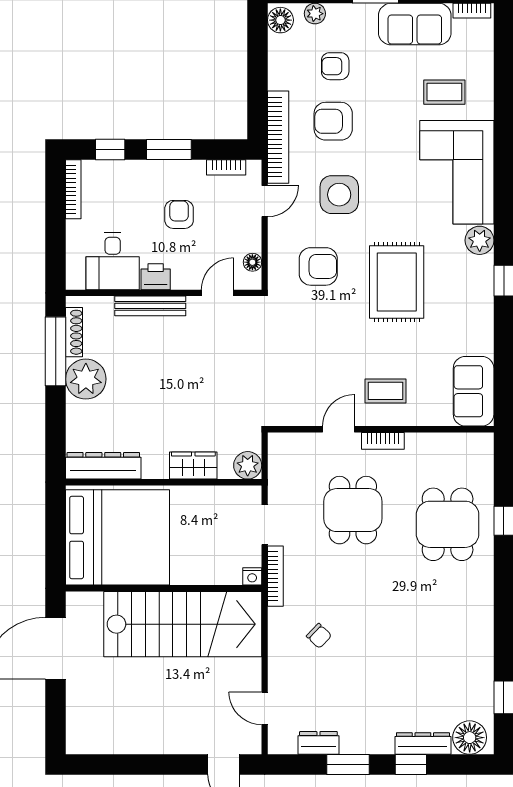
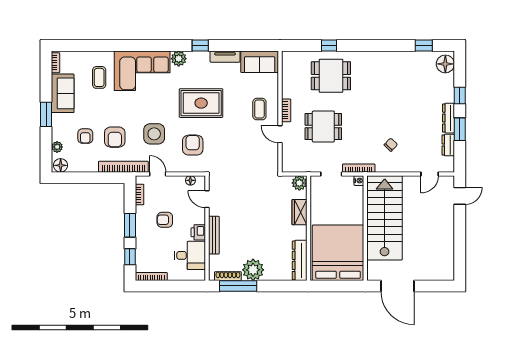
tv unit: (483, 327) -> (225, 57), added
dresser: (423, 743) -> (449, 118), moved

